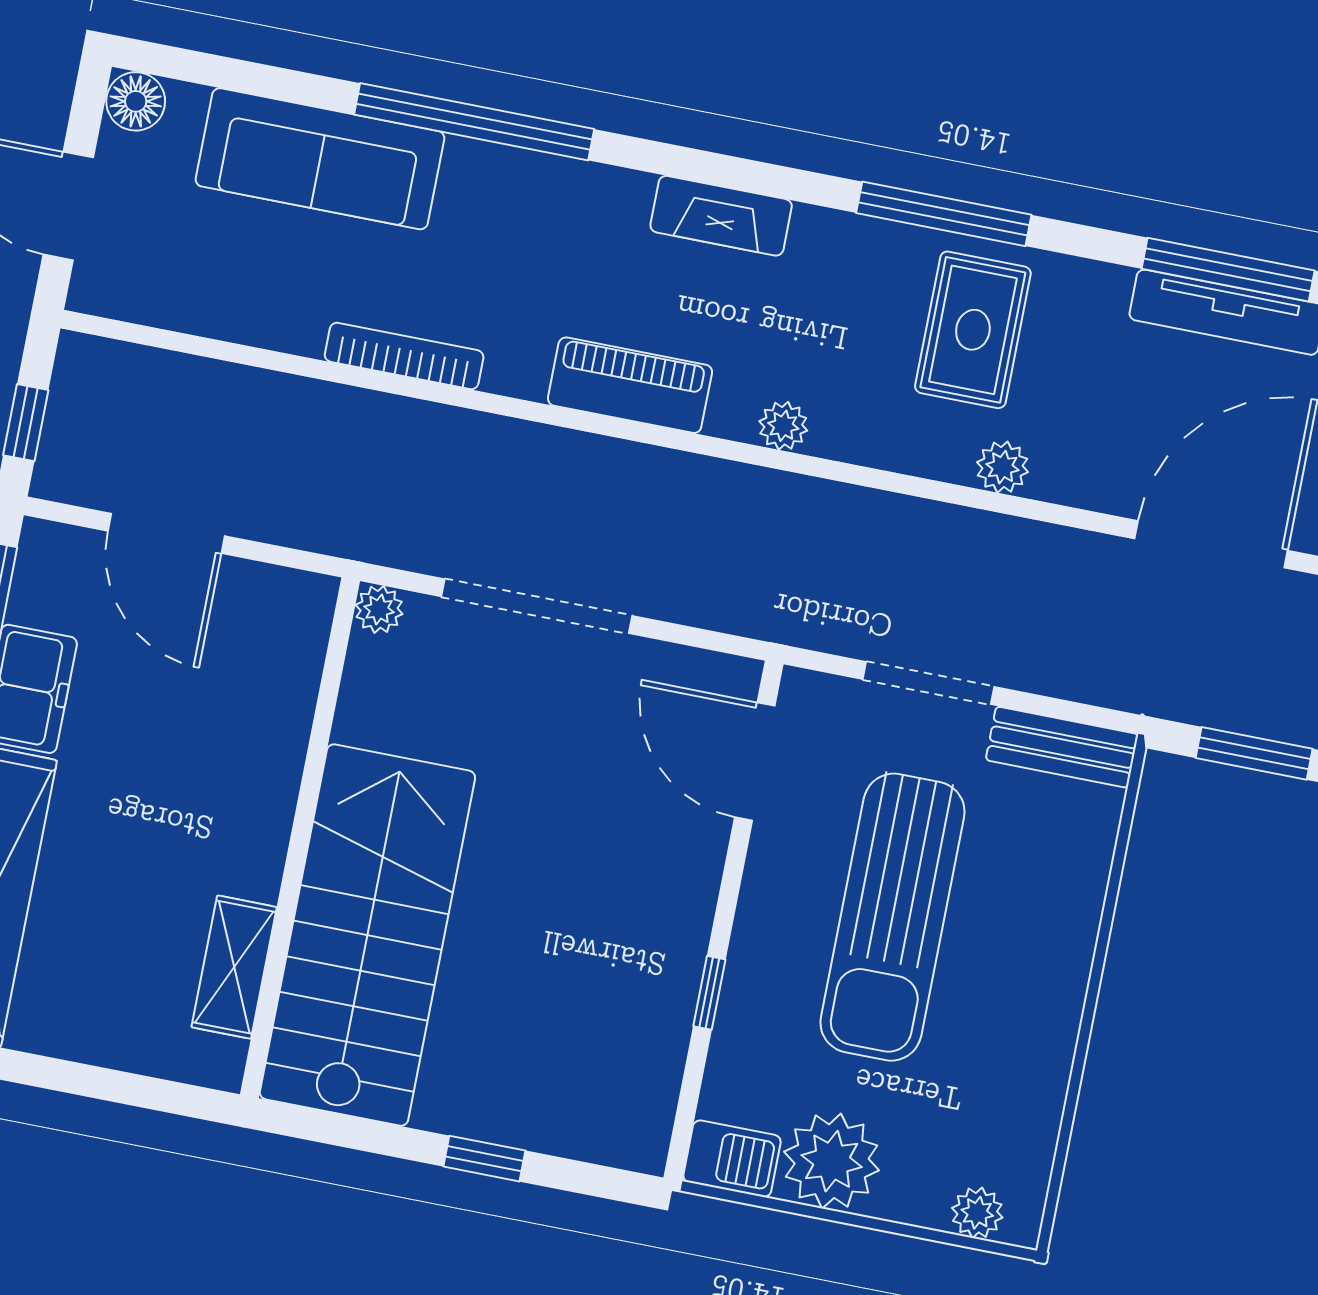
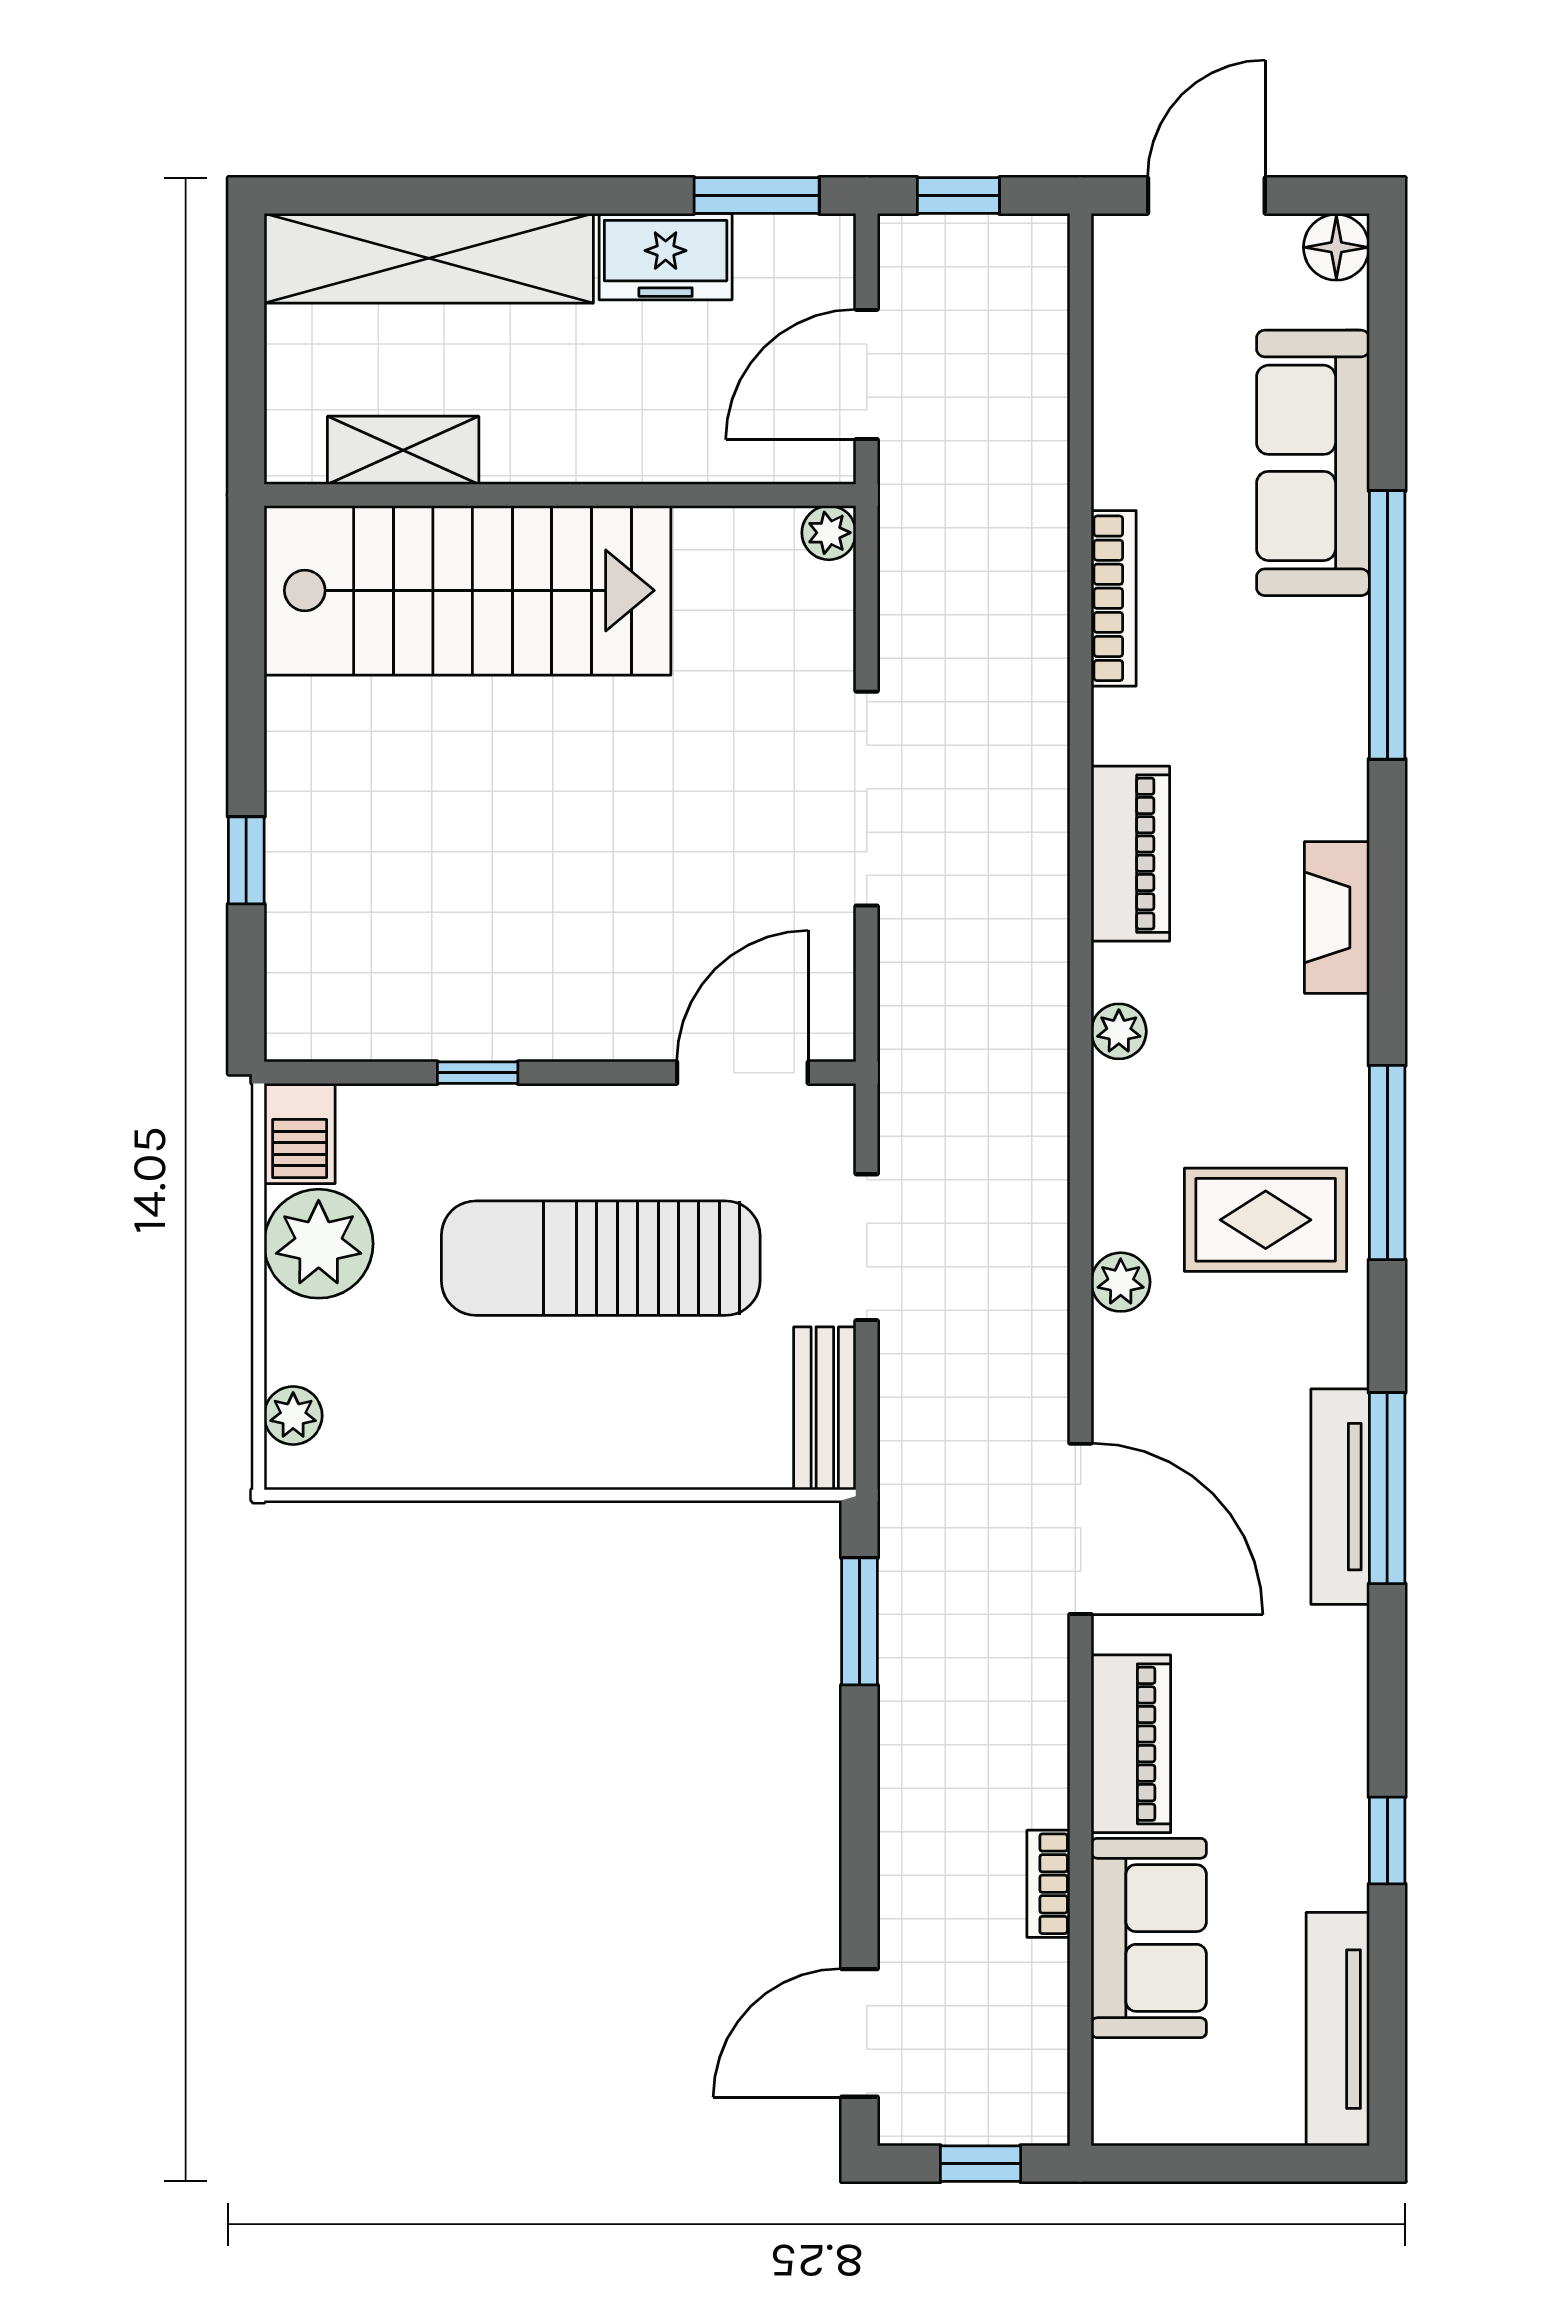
plant: (379, 609) -> (829, 533), moved
wall: (300, 838) -> (560, 495), moved
stairs: (367, 935) -> (467, 590), moved
shelving: (234, 967) -> (403, 450), moved

